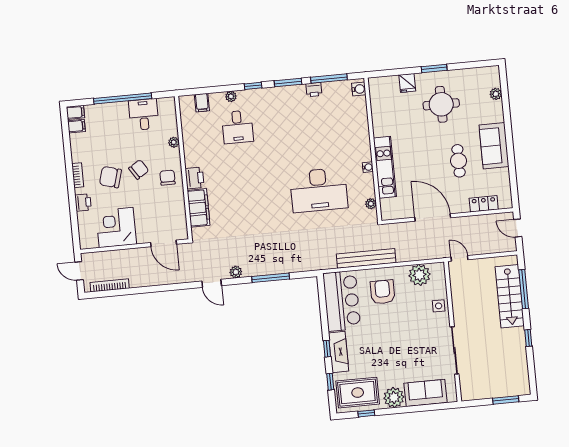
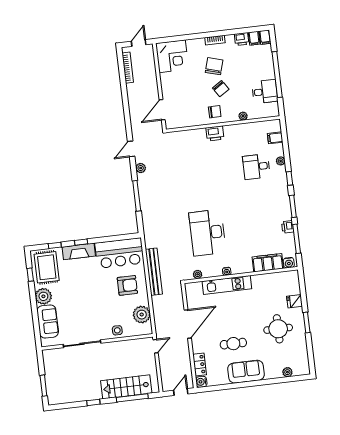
printer: (83, 202) -> (242, 39), moved
water cooler: (505, 202) -> (201, 382), added
filing cabinet: (199, 208) -> (268, 263), moved, turned 180
corner desk: (116, 228) -> (172, 56), moved, turned 90

